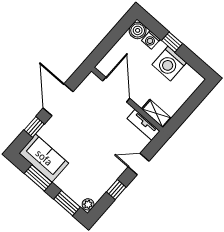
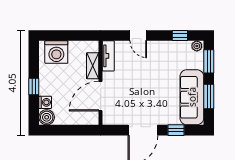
washing machine: (169, 64) -> (56, 52), moved, turned 90
shelving: (156, 114) -> (93, 66), moved
sofa: (44, 158) -> (192, 97), width x1.36
window: (116, 189) -> (180, 36), moved

